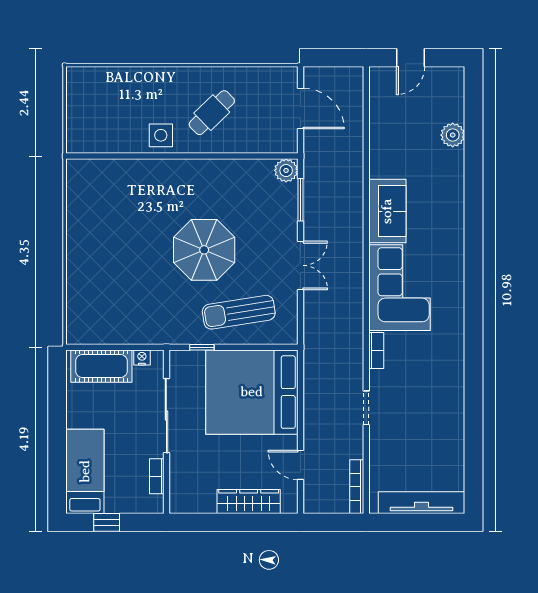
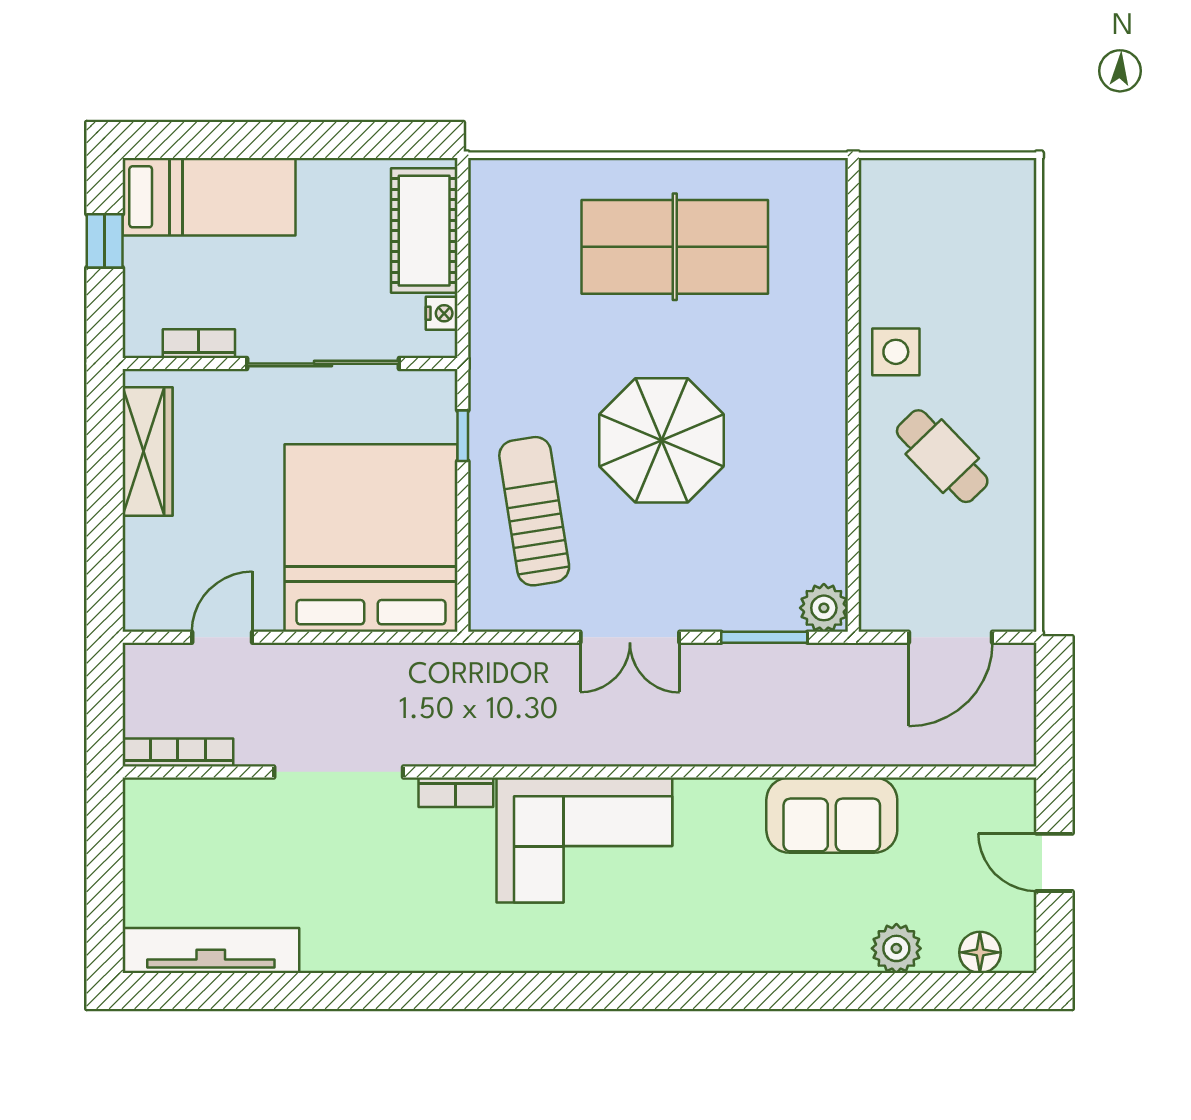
floor lamp: (455, 94) -> (980, 952), added
sofa: (387, 211) -> (832, 815), moved
table tennis table: (109, 243) -> (675, 247), added
doorway: (366, 408) -> (339, 772), width x1.87
wardrobe: (249, 501) -> (147, 451), moved
tv unit: (422, 503) -> (211, 950), moved, turned -90

